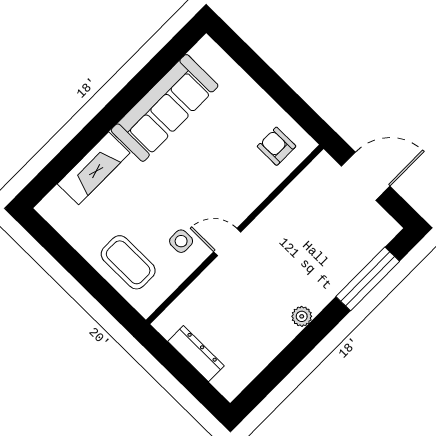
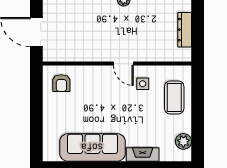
fireplace: (94, 168) -> (143, 154), width x0.73, depth x0.76
plant: (66, 222) -> (183, 141), added

